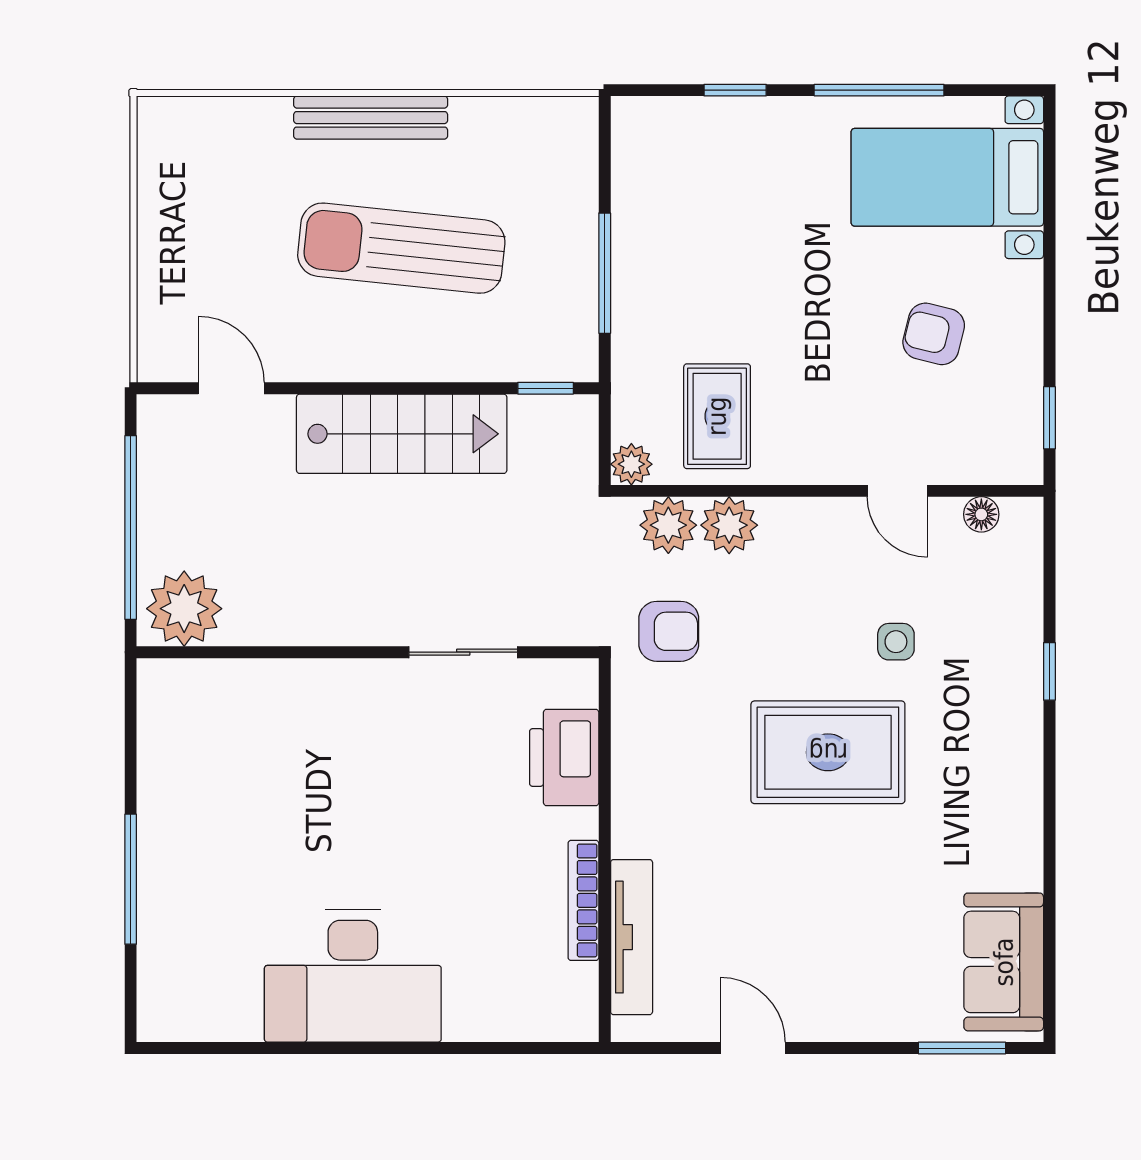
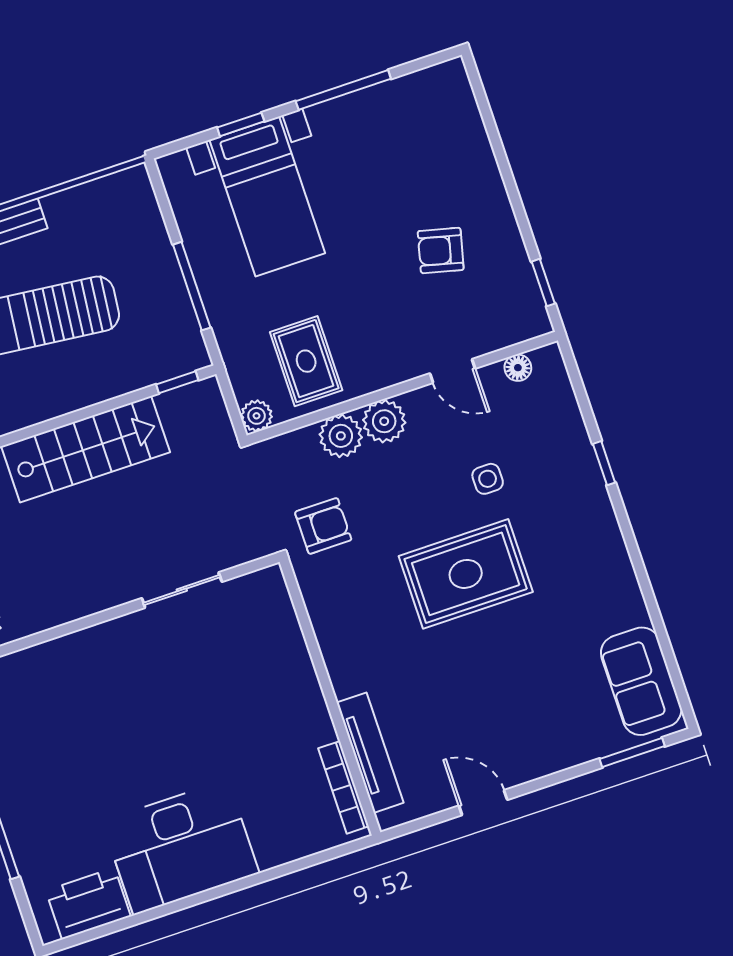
bed with nightstands: (947, 177) -> (267, 196), moved, turned -90
plant: (668, 525) -> (384, 421), moved
printer: (564, 758) -> (88, 903), moved, turned 90
bookcase: (583, 900) -> (344, 787), moved

